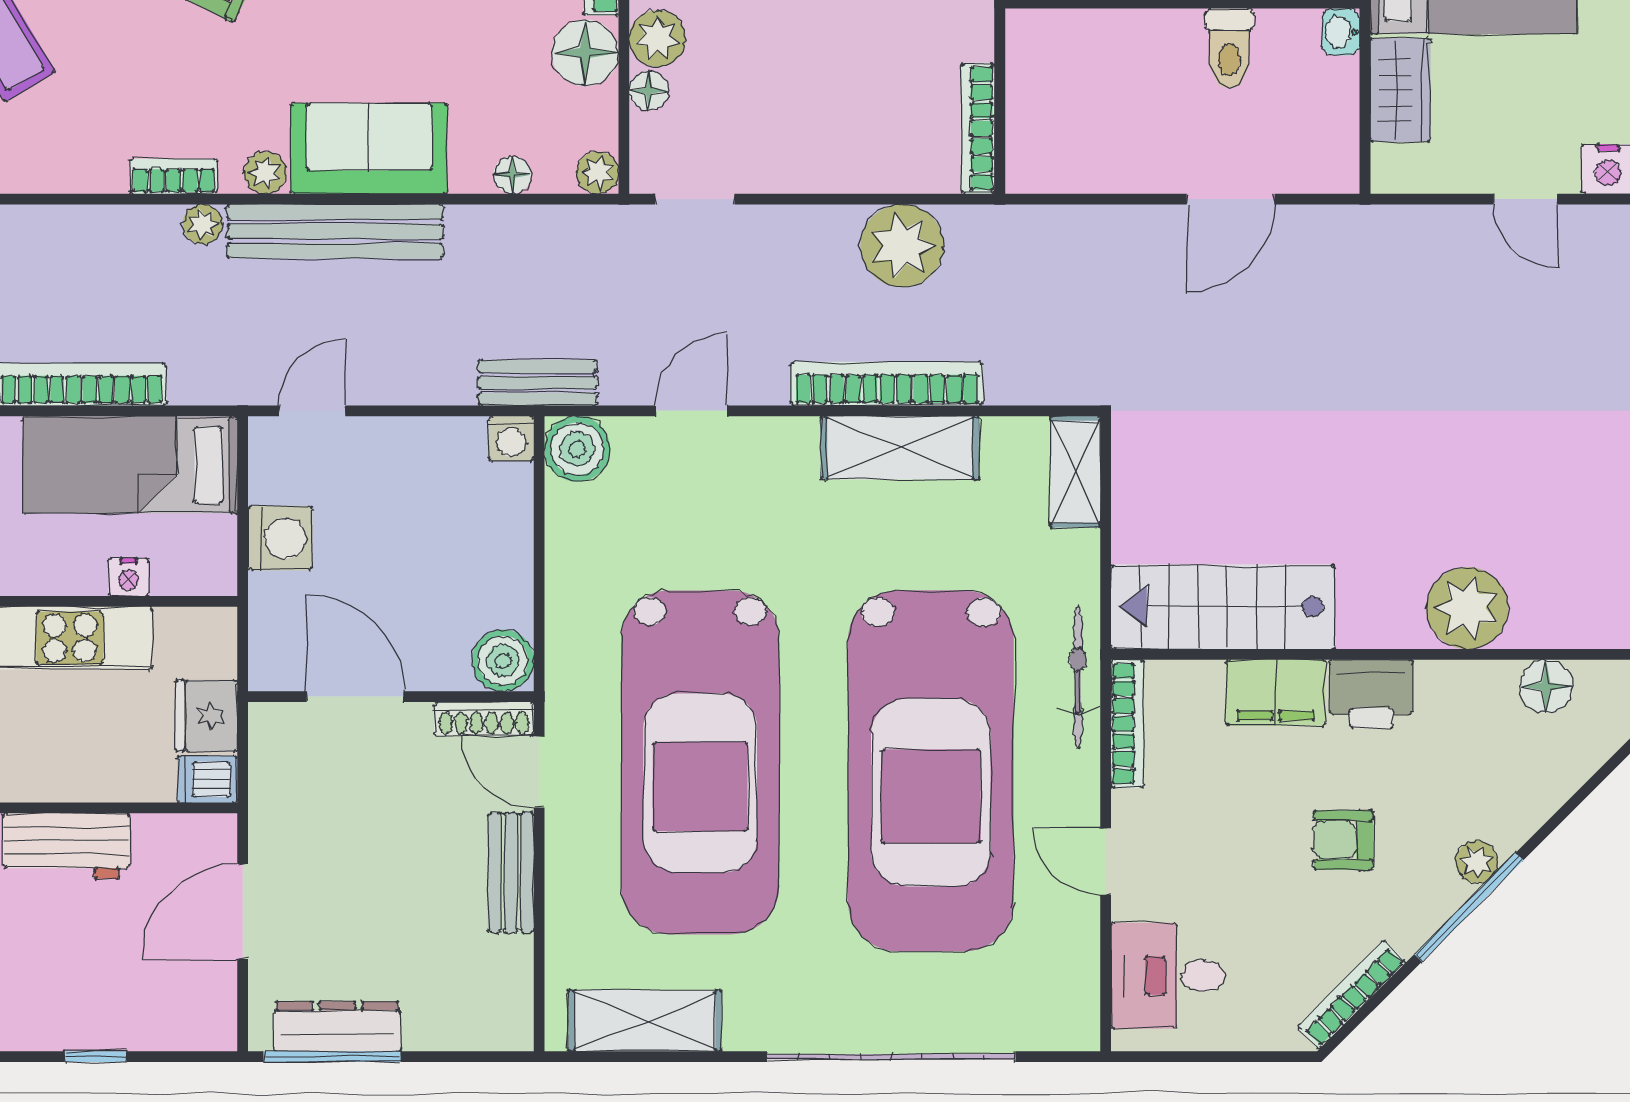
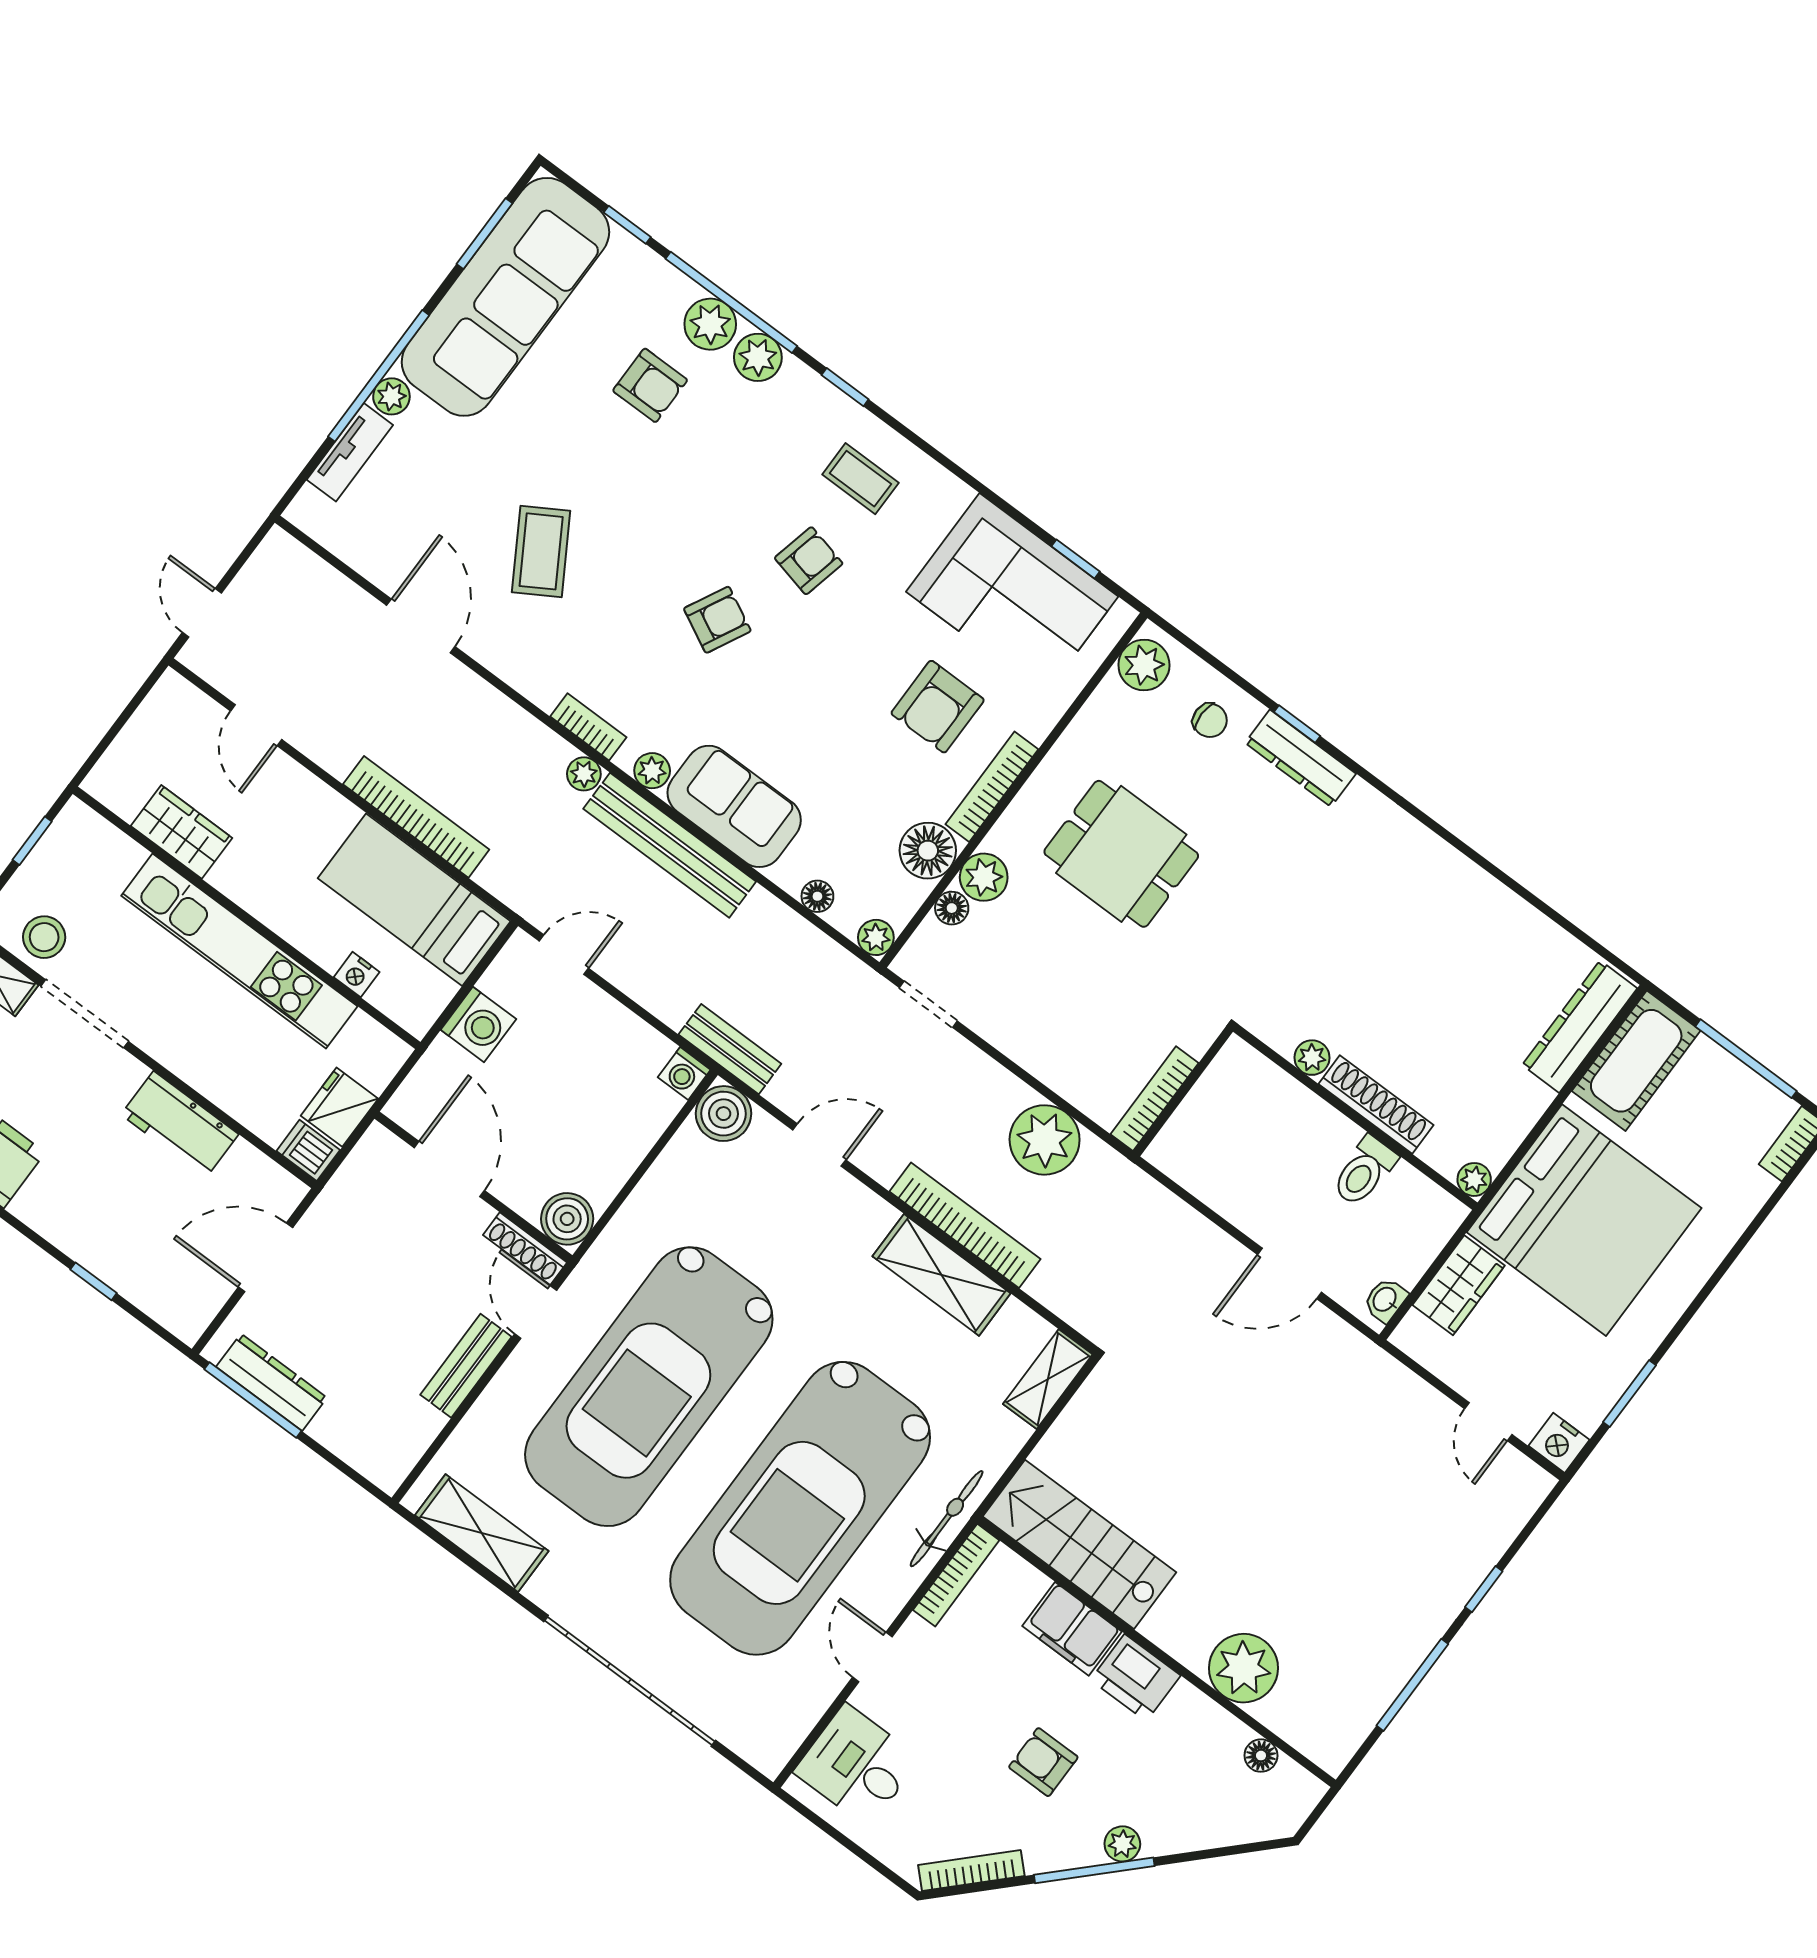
washbasin: (1341, 32) -> (1385, 1300), moved
floor lamp: (1546, 686) -> (1261, 1756), width x0.73, depth x0.73

